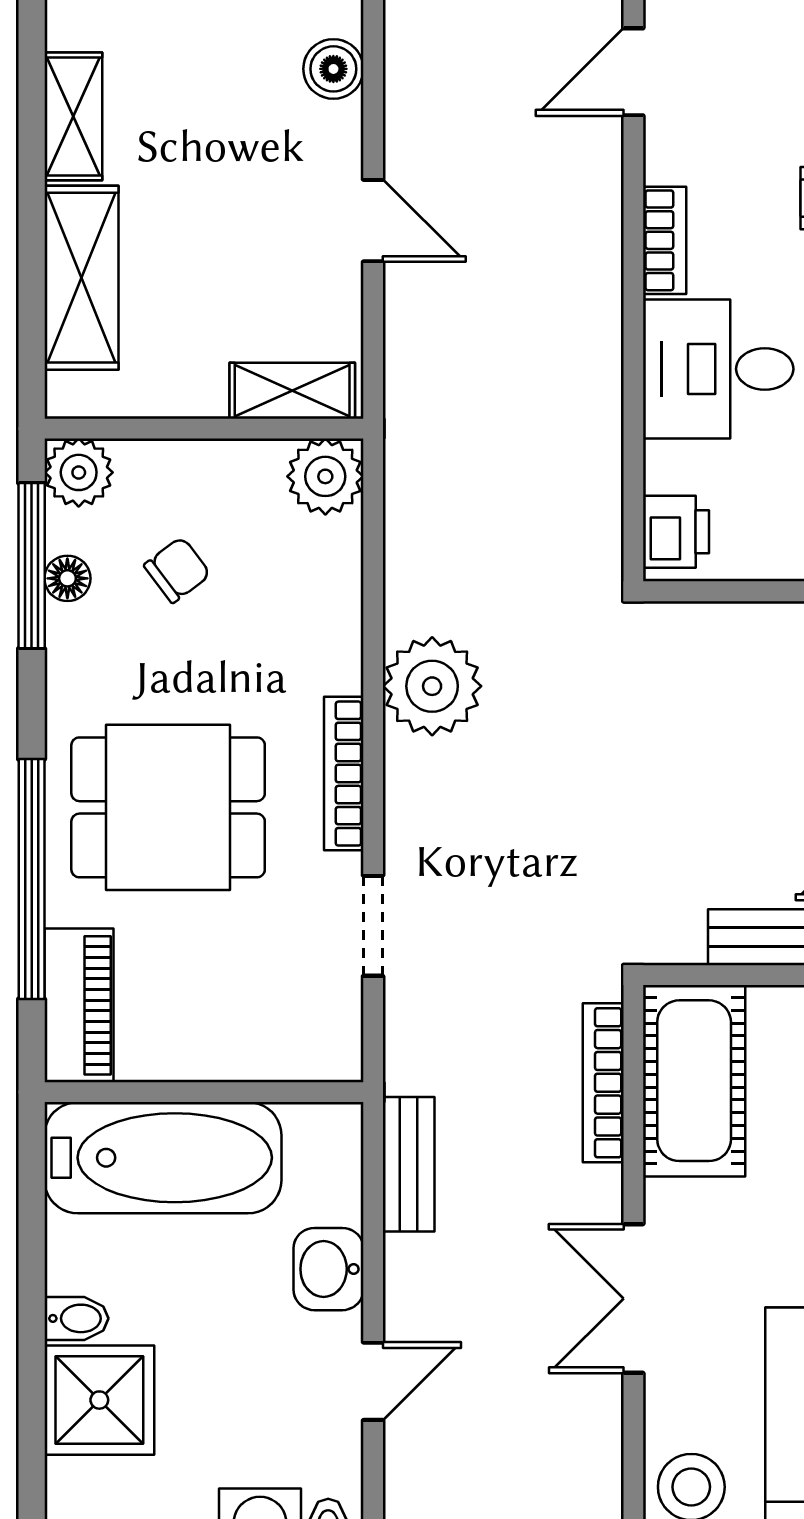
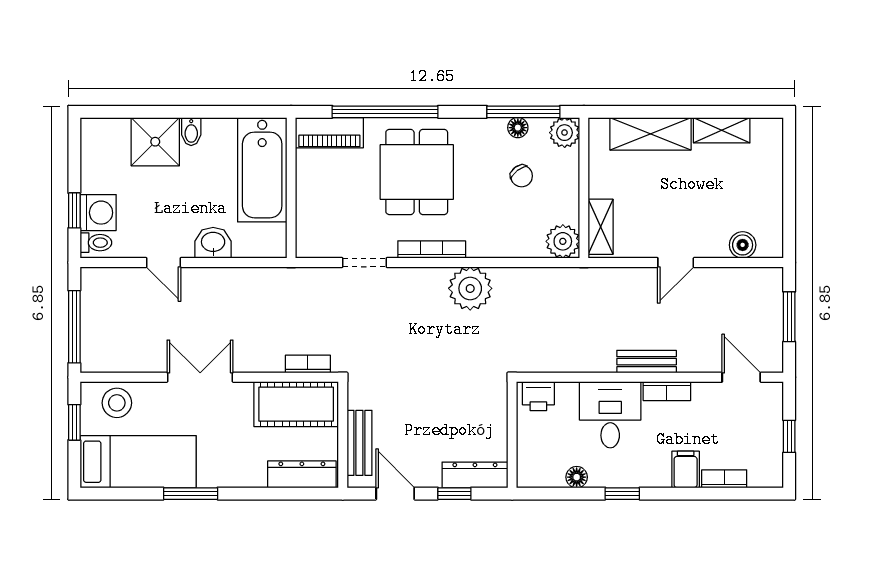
bookcase: (603, 1083) -> (308, 364), width x0.64
bench: (409, 1164) -> (647, 362), moved

